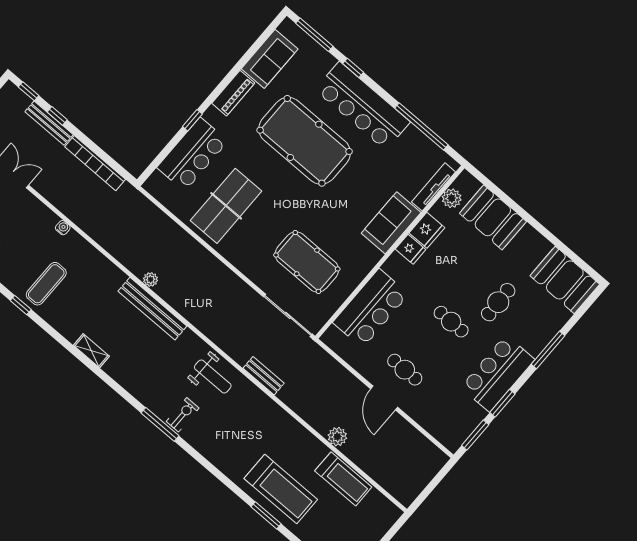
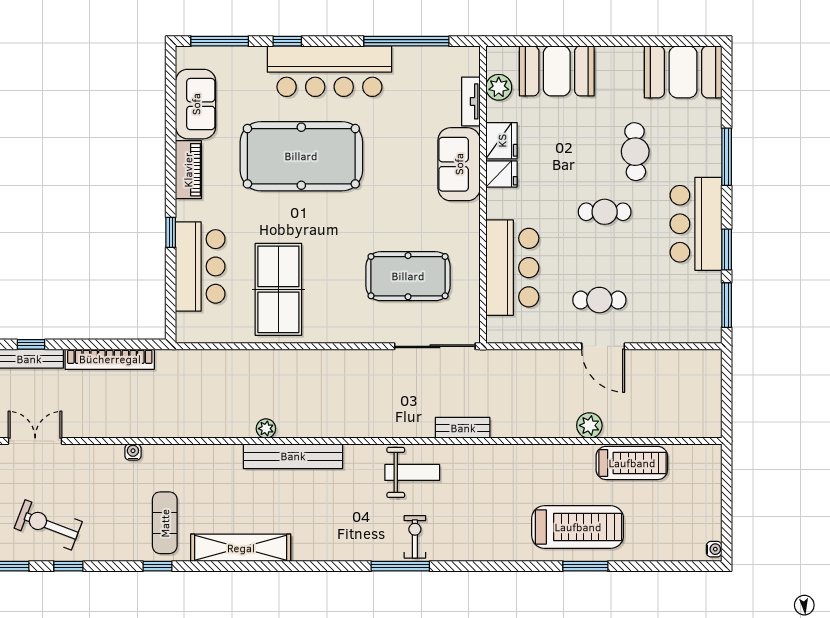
tv unit: (434, 187) -> (471, 101), width x0.71
shelving: (91, 351) -> (241, 548), width x2.20, depth x1.33

